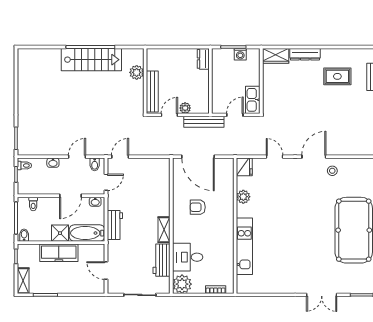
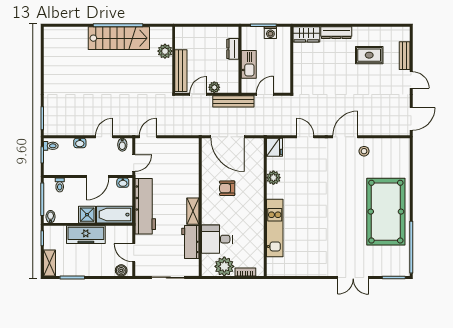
dresser: (203, 59) -> (233, 49), moved
kitchen sink: (253, 100) -> (249, 64), moved, turned 180
workbench: (115, 225) -> (145, 206), width x1.88, depth x1.32
plant: (182, 284) -> (224, 266), moved
boiler: (94, 288) -> (121, 270), added

